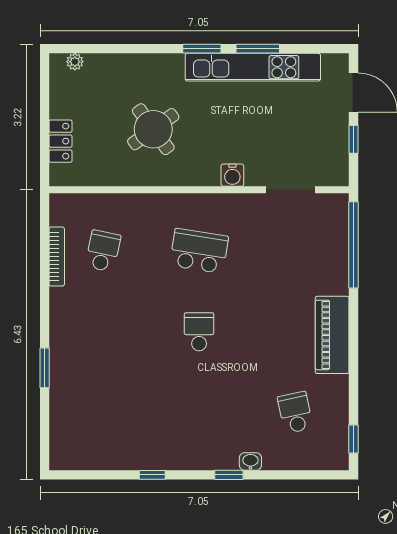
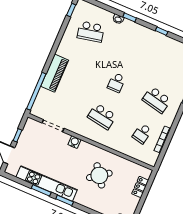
school desk: (103, 332) -> (157, 100), added
piano: (332, 335) -> (55, 73), moved
school desk: (295, 412) -> (91, 32), width x1.85

